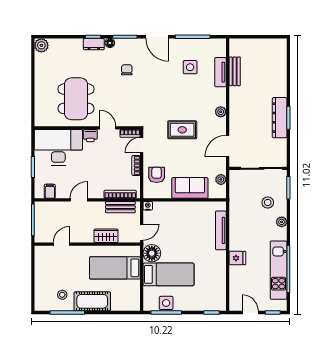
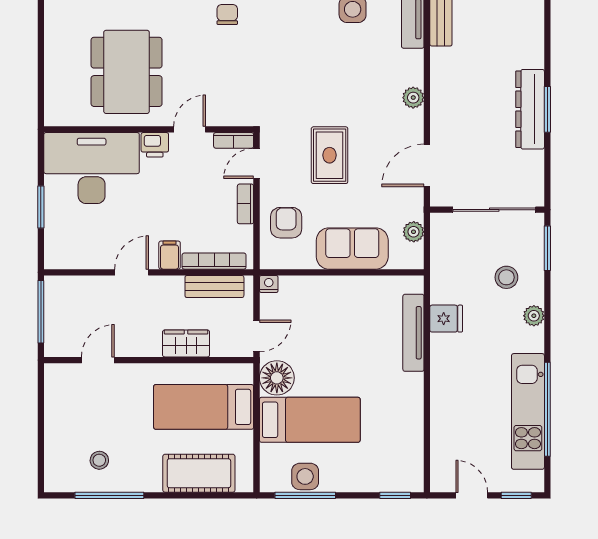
door: (108, 128) -> (190, 129), hinge flipped
rug: (182, 130) -> (330, 155), moved, turned 90
filing cabinet: (50, 191) -> (170, 255), moved
fridge: (237, 258) -> (446, 319), moved
cot: (92, 301) -> (199, 473), moved

